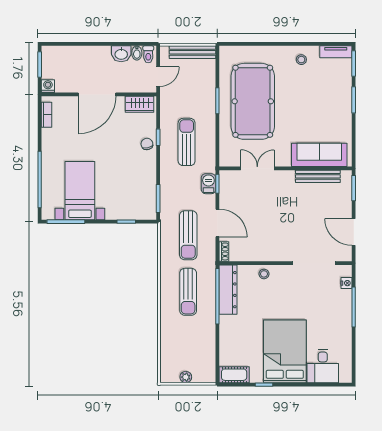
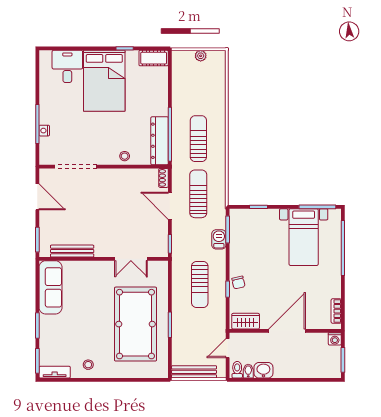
sofa: (319, 155) -> (50, 287), moved, turned -90
barbecue: (208, 184) -> (219, 239), moved, turned 180
nightstand: (347, 283) -> (44, 131), moved

